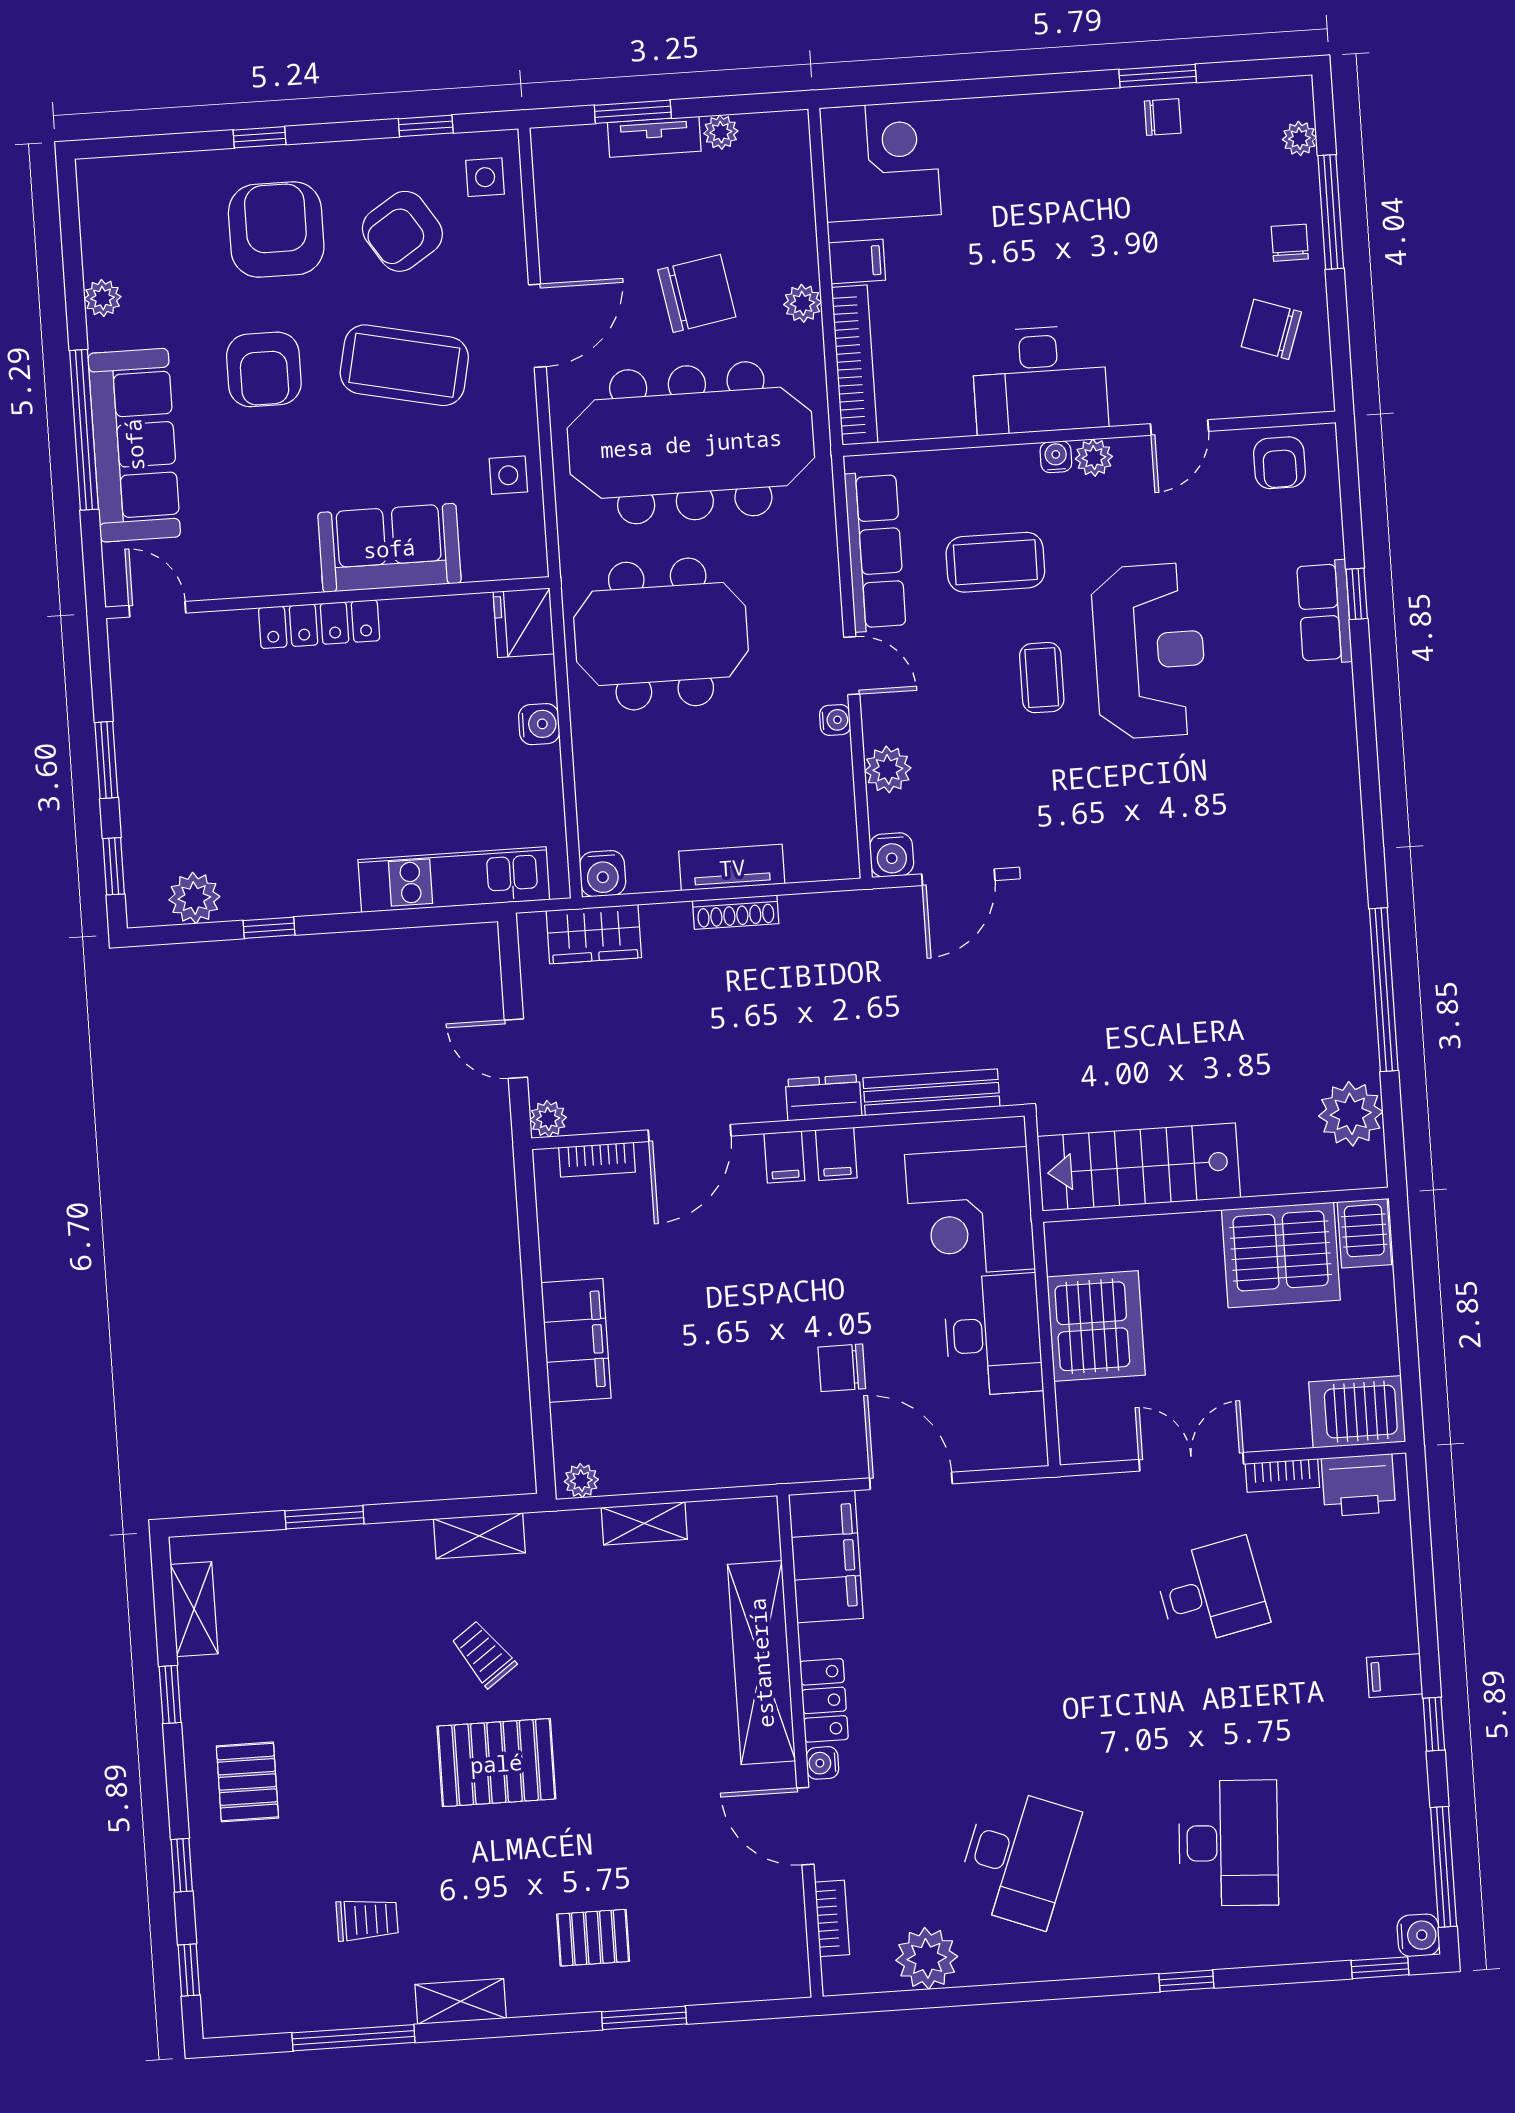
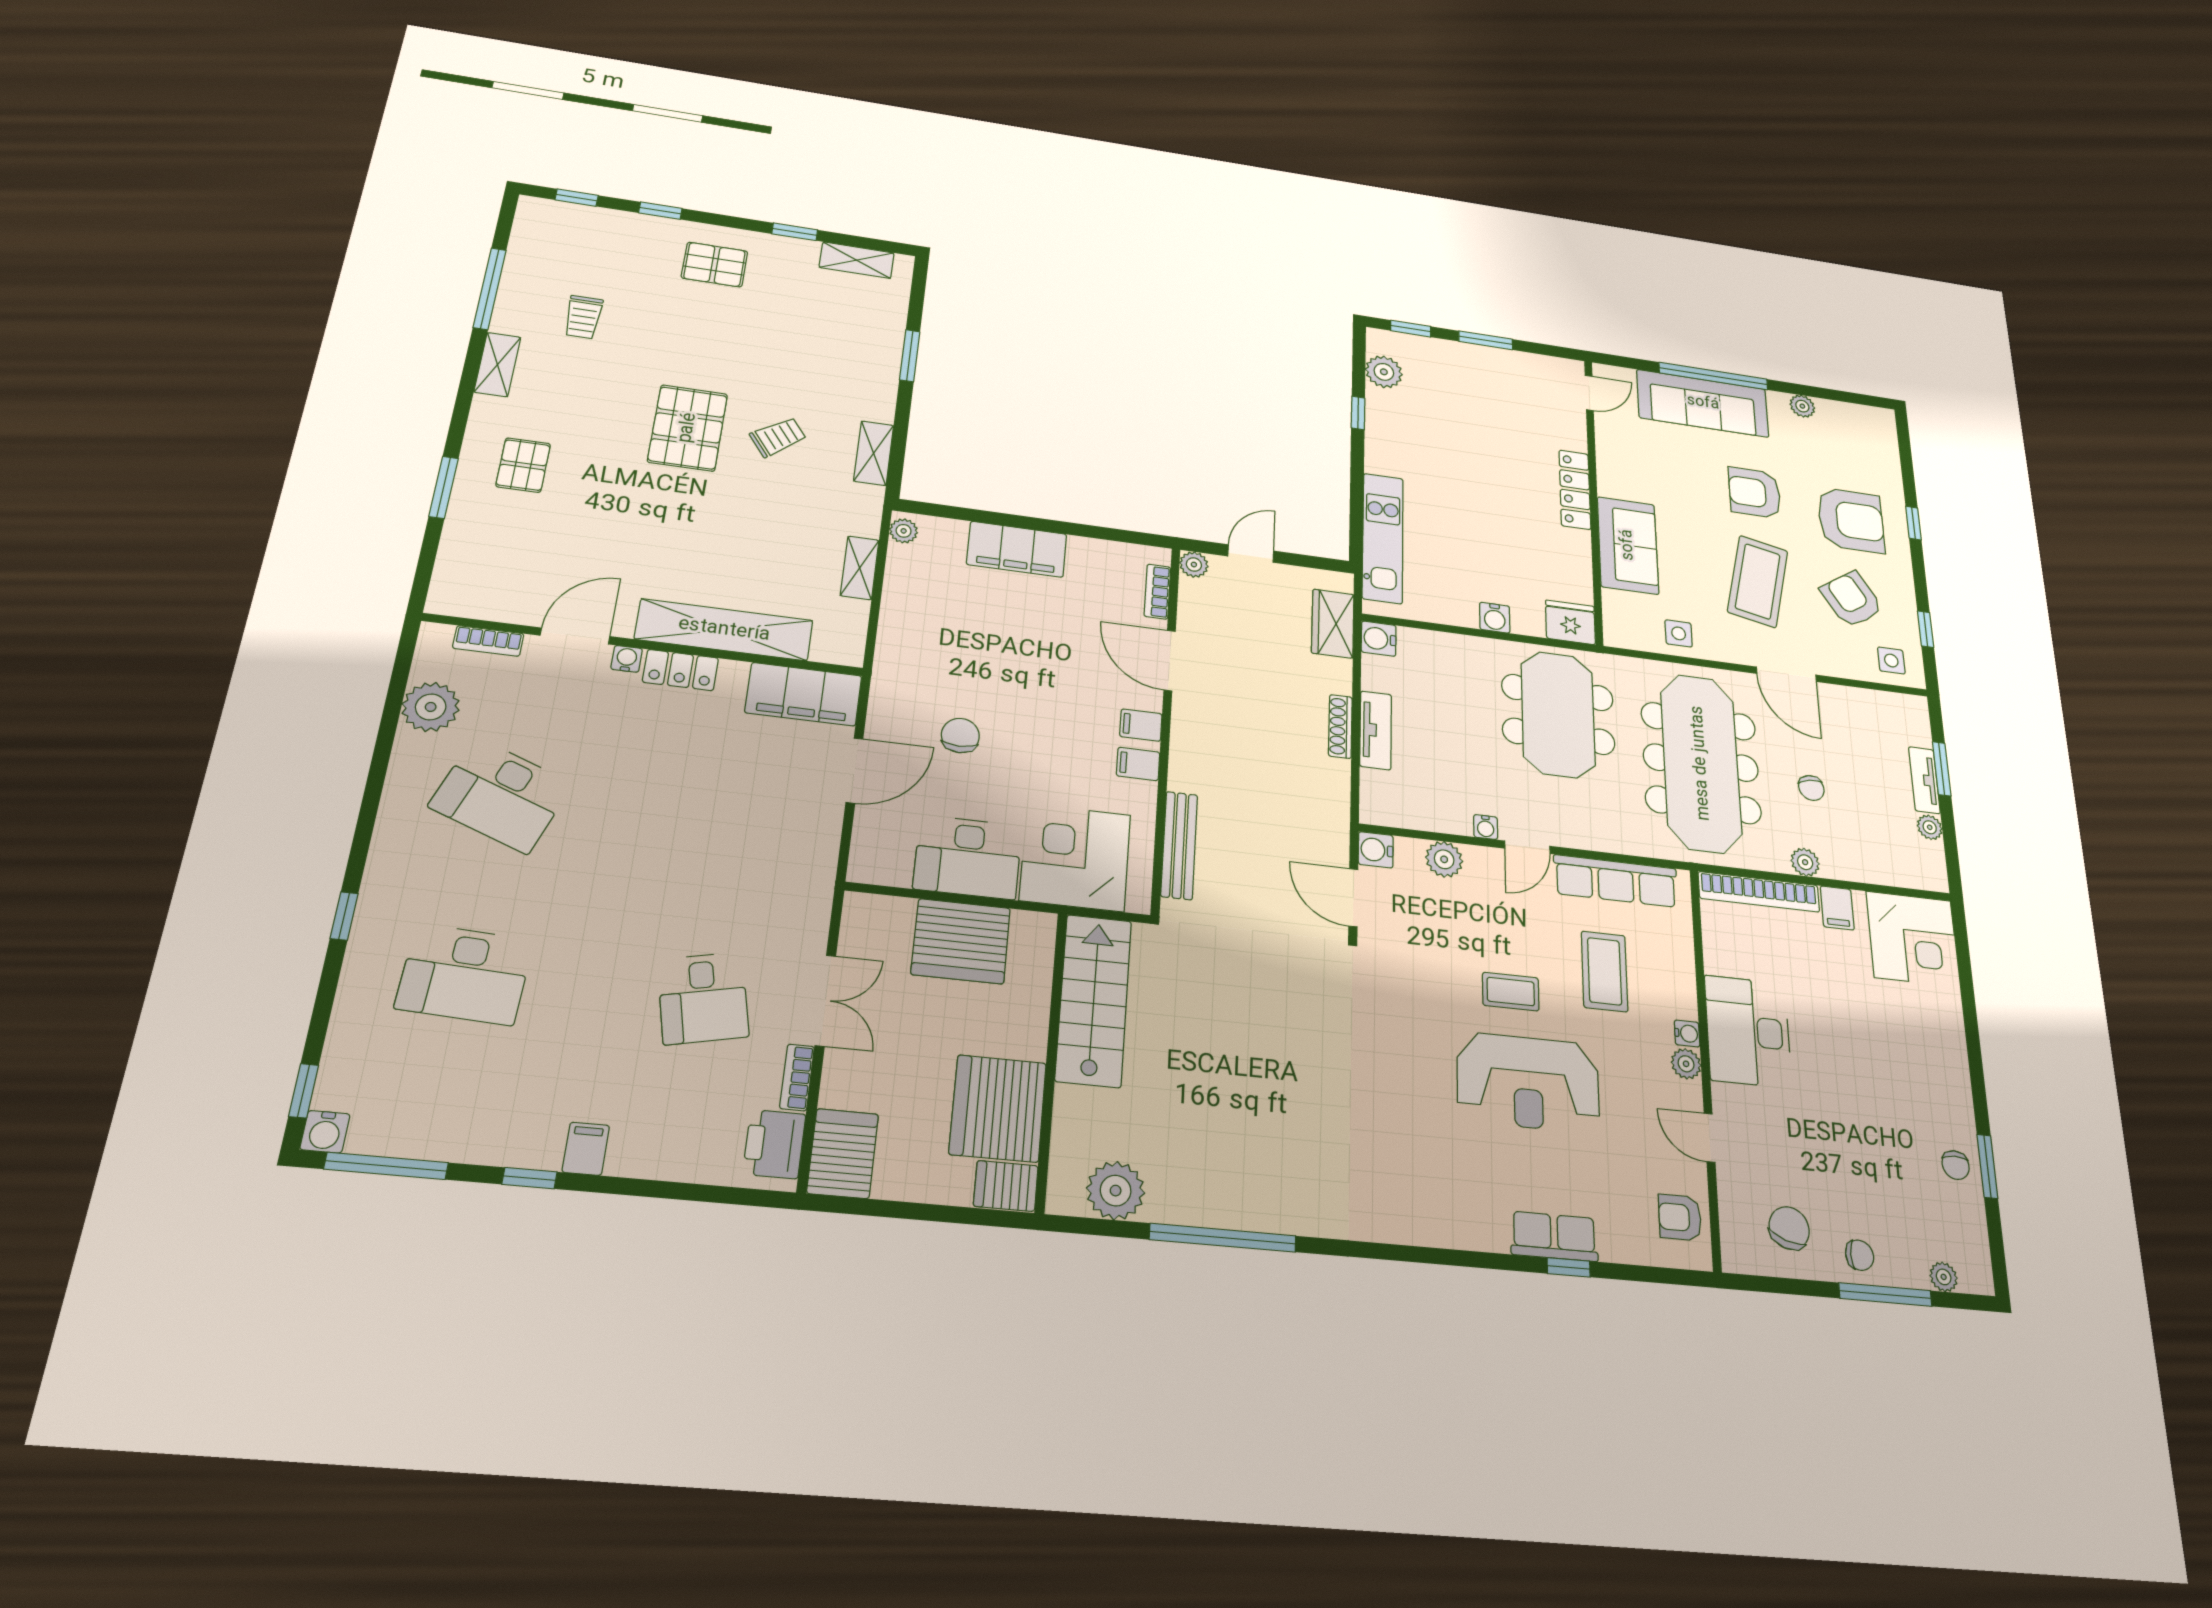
chair: (697, 293) -> (1811, 788), width x0.54, depth x0.54
dresser: (823, 1098) -> (1185, 763), removed

